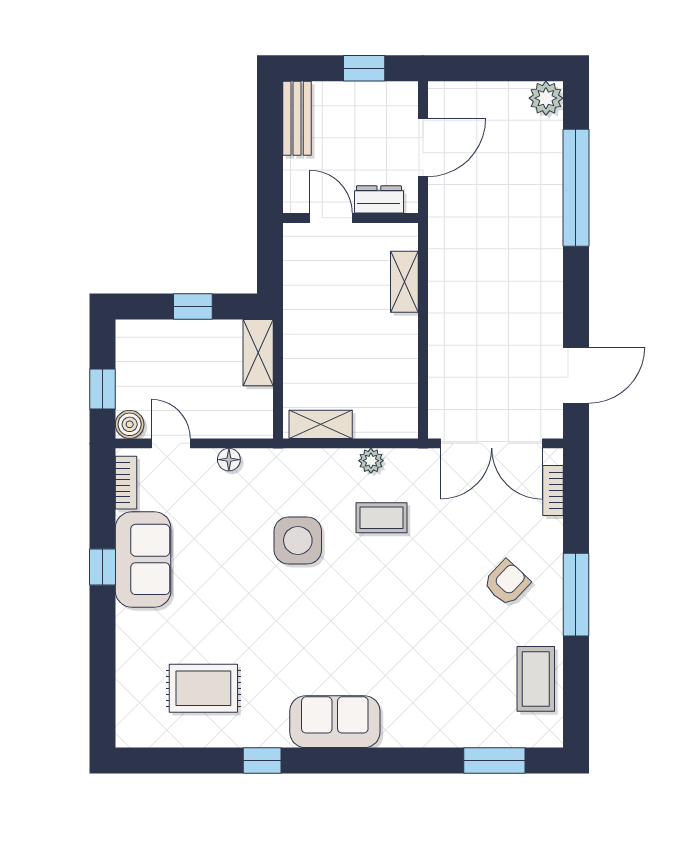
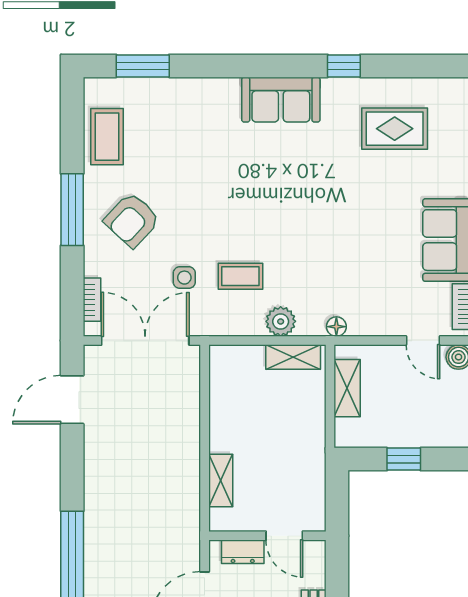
shelving: (258, 353) -> (347, 388), moved
floor lamp: (229, 460) -> (336, 327), moved
plant: (371, 461) -> (281, 321), moved, width x1.38, depth x1.38
side table: (298, 540) -> (184, 278), moved, width x0.54, depth x0.54
armchair: (507, 583) -> (132, 220), width x1.38, depth x1.38

